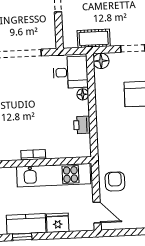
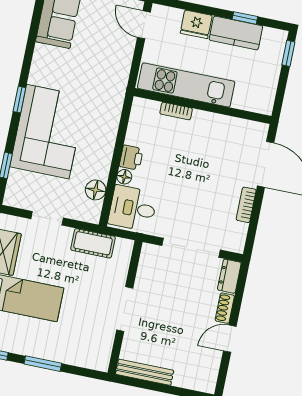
floor lamp: (101, 61) -> (96, 190), moved
printer: (82, 125) -> (131, 158), moved
bookcase: (33, 155) -> (176, 111), moved
armchair: (115, 181) -> (112, 58), removed

